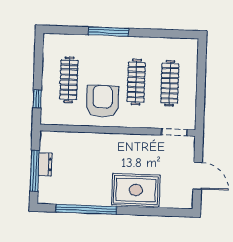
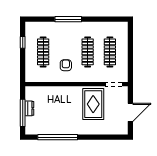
window: (37, 99) -> (23, 42), moved
armchair: (103, 101) -> (66, 65), width x0.53, depth x0.53
door: (198, 176) -> (130, 112), hinge flipped
rug: (136, 190) -> (93, 104), moved, turned 90

